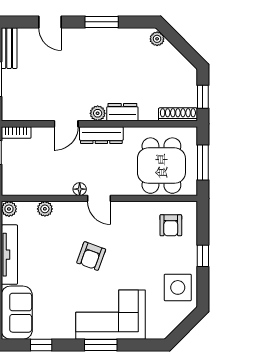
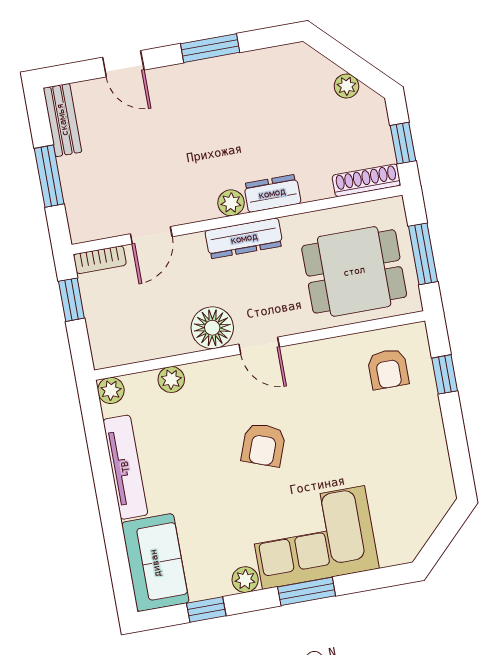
plant: (157, 39) -> (346, 86), moved
door: (66, 124) -> (151, 235), moved
dining table: (161, 166) -> (354, 271), turned 90
floor lamp: (80, 189) -> (212, 328), width x1.89, depth x1.89
window: (203, 256) -> (445, 374), moved
side table: (178, 287) -> (419, 472), removed
plant: (67, 332) -> (245, 580), added

